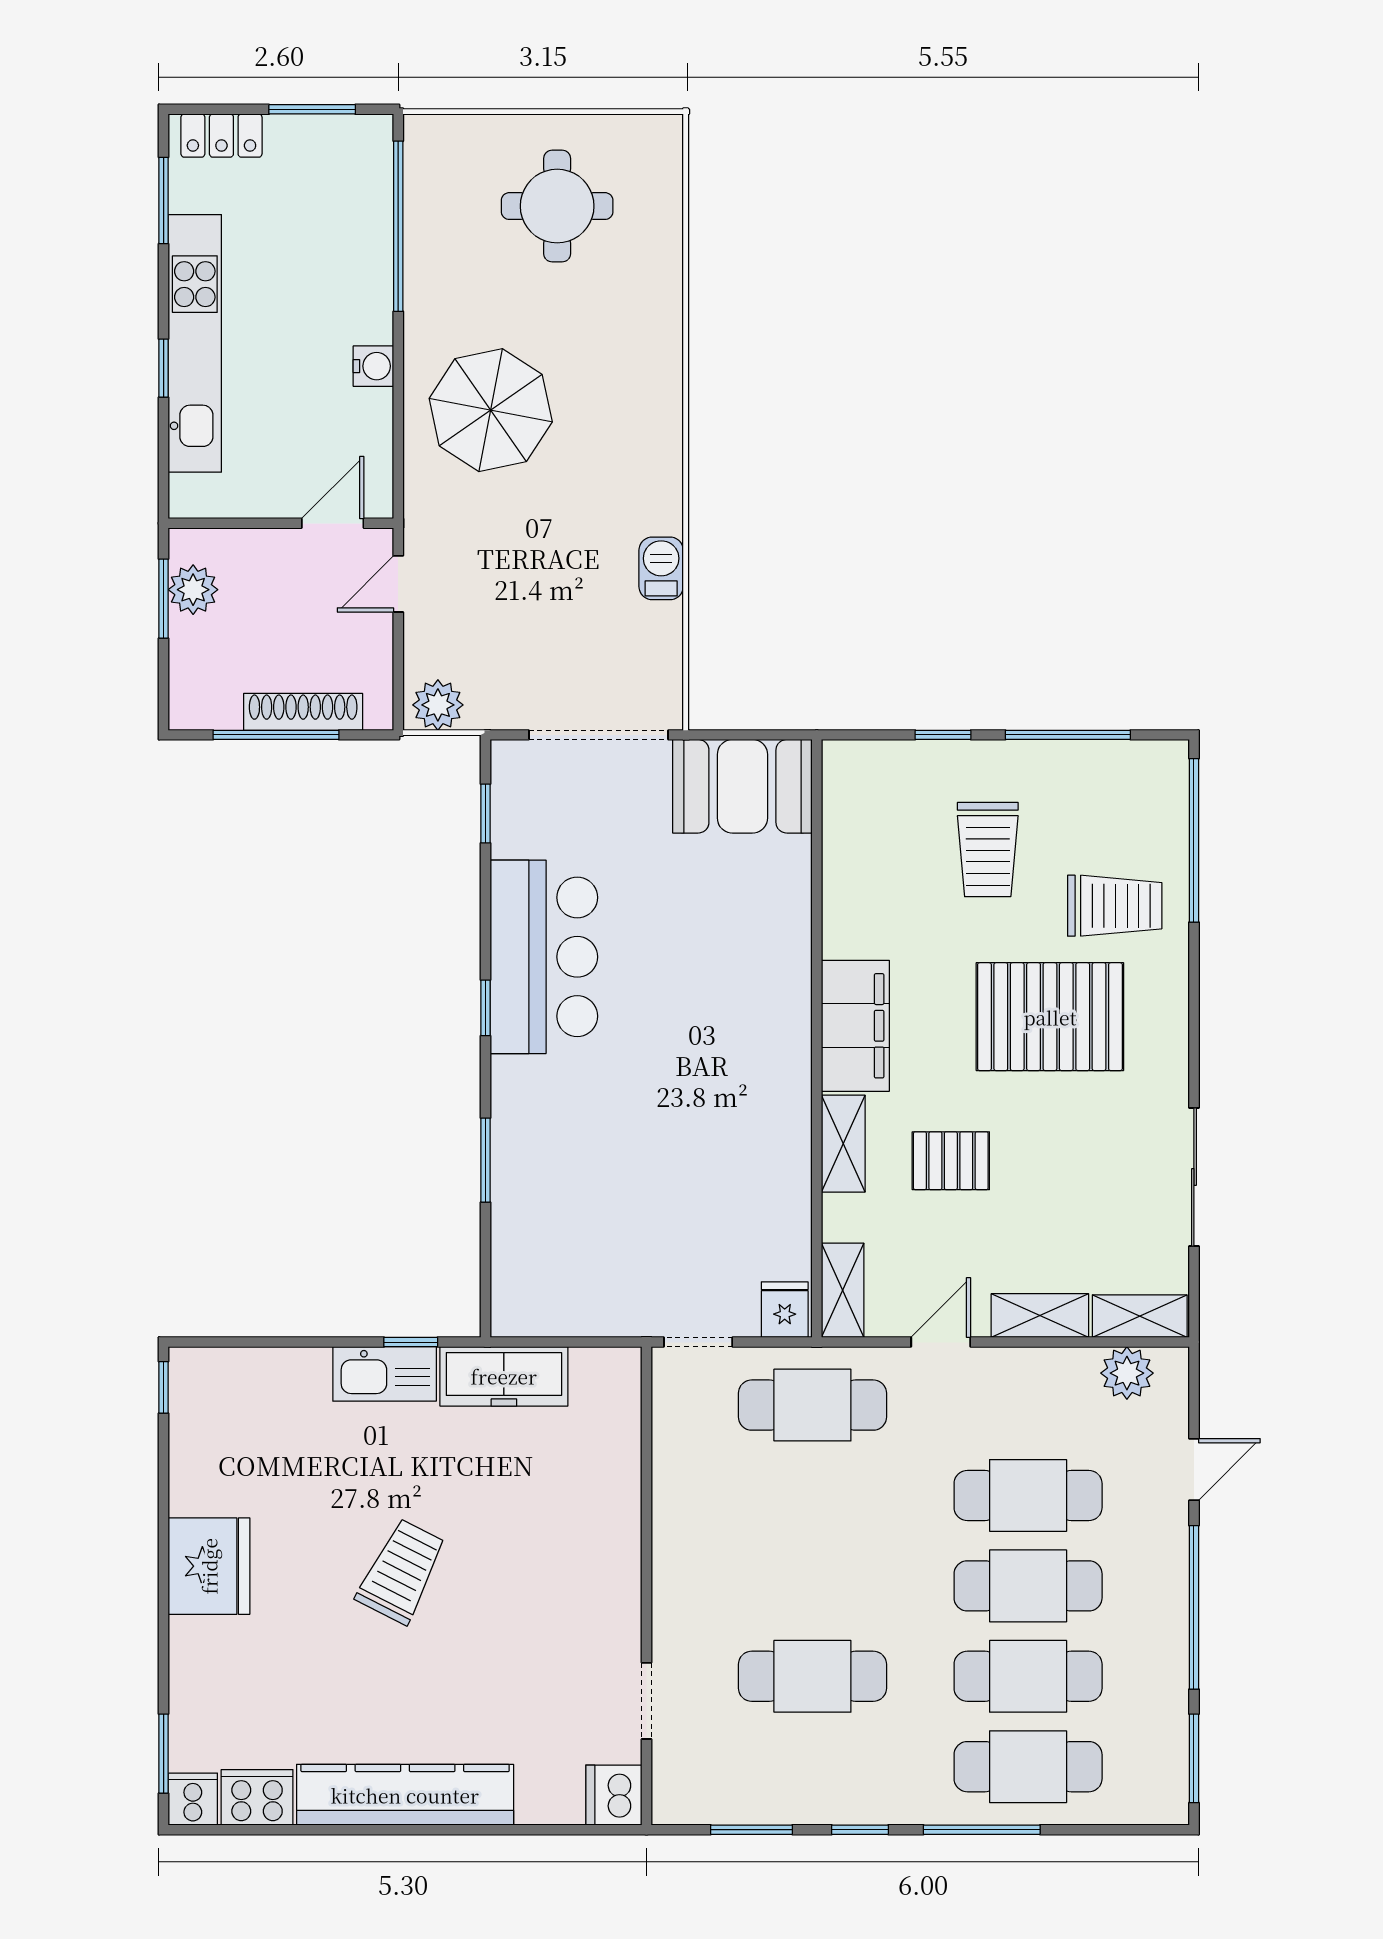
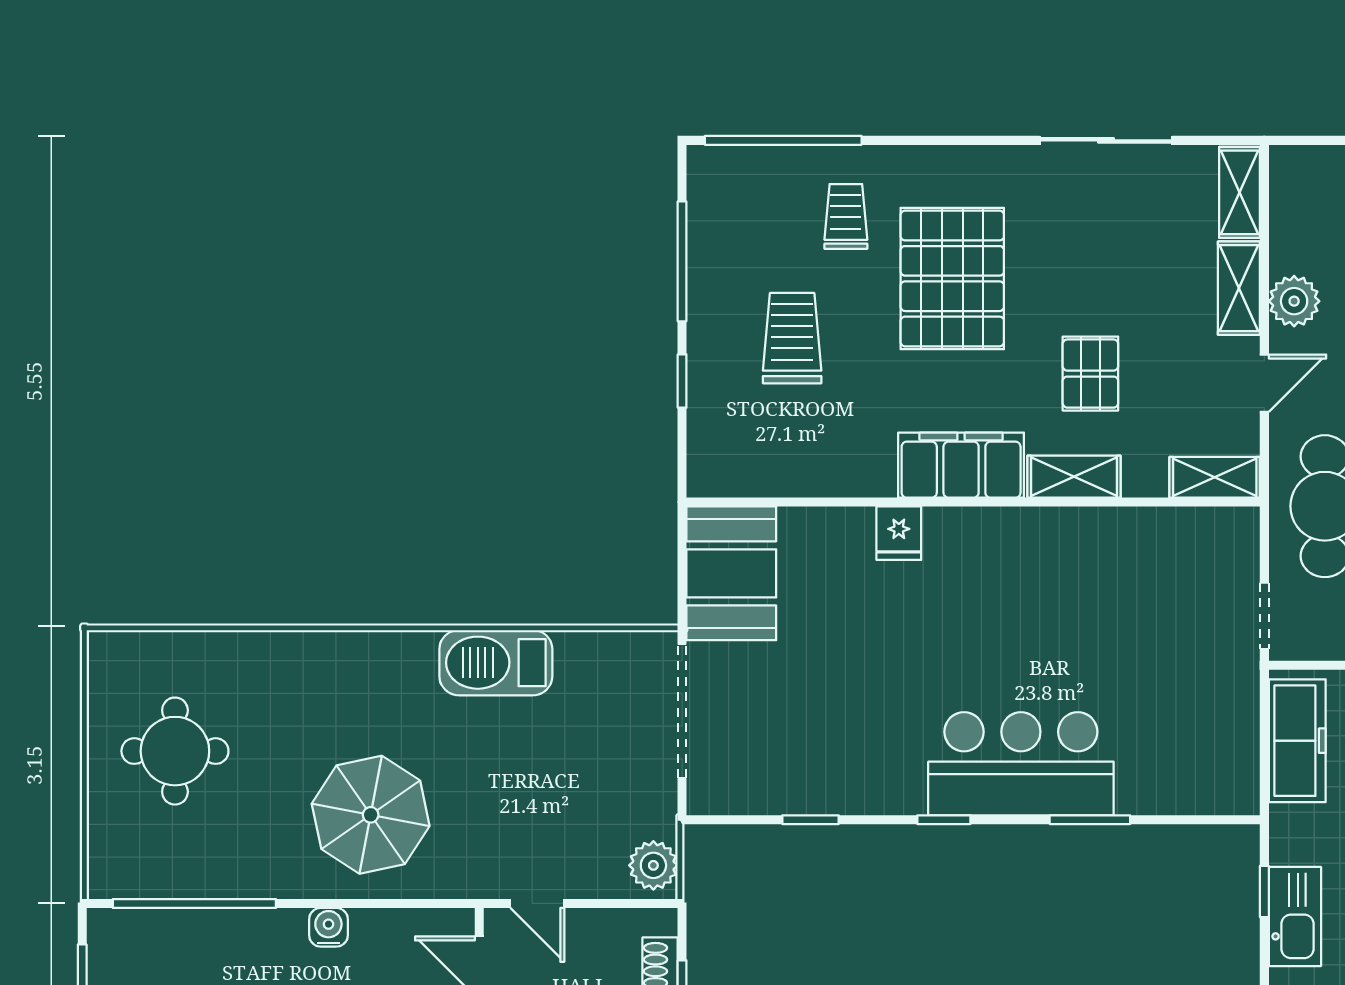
barbecue: (661, 568) -> (496, 663), width x1.88, depth x1.53
window: (486, 814) -> (810, 820), moved
trolley: (988, 850) -> (792, 338), turned -90
trolley: (1115, 906) -> (846, 216), width x0.73, depth x0.72
bar counter: (544, 957) -> (1021, 764), moved
fridge: (785, 1310) -> (899, 533), moved, turned -90
door: (941, 1342) -> (1264, 383), swing flipped
plant: (1127, 1373) -> (1294, 301), moved
freezer: (504, 1376) -> (1297, 741), moved

